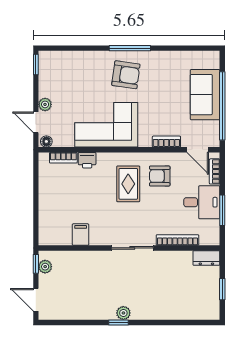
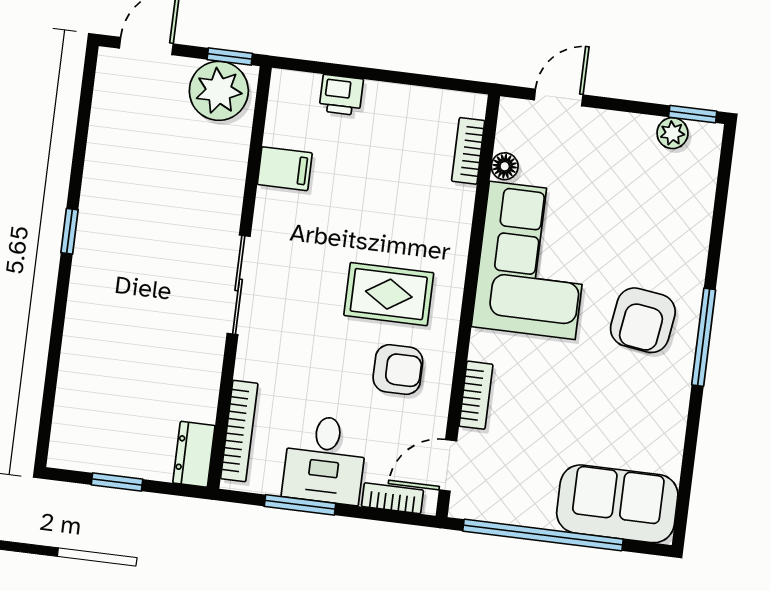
sofa: (205, 95) -> (617, 504), moved
plant: (45, 104) -> (672, 133), moved
floor lamp: (46, 141) -> (505, 166), moved
printer: (87, 160) -> (341, 95), moved, turned -90
armchair: (160, 176) -> (398, 370), turned 90
bookcase: (177, 240) -> (239, 431), moved
plant: (45, 267) -> (219, 91), width x1.87, depth x1.87
plant: (123, 313) -> (90, 246), removed

